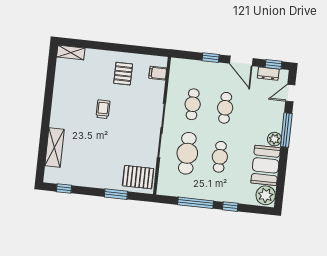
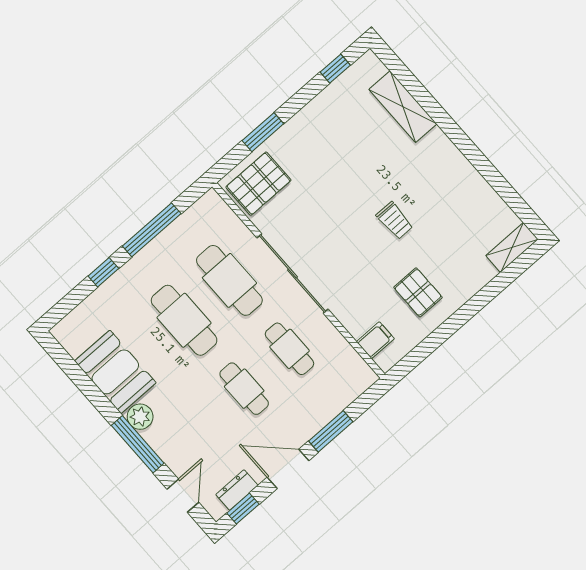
window: (211, 58) -> (331, 431), width x1.50
cafe table: (220, 157) -> (184, 320), width x1.37, depth x1.35
plant: (266, 195) -> (75, 335), removed

